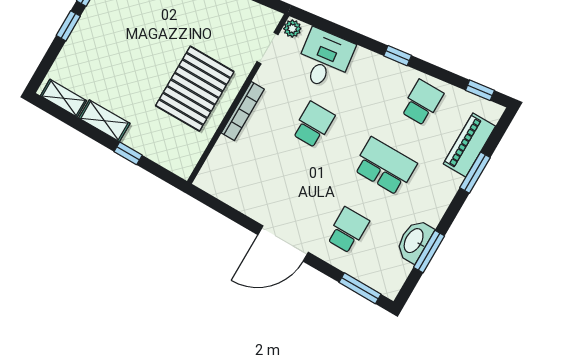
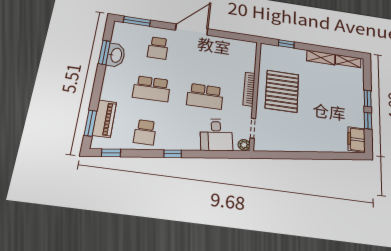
school desk: (313, 125) -> (205, 96), width x1.85
window: (128, 153) -> (286, 44), moved
window: (475, 173) -> (90, 123), moved

